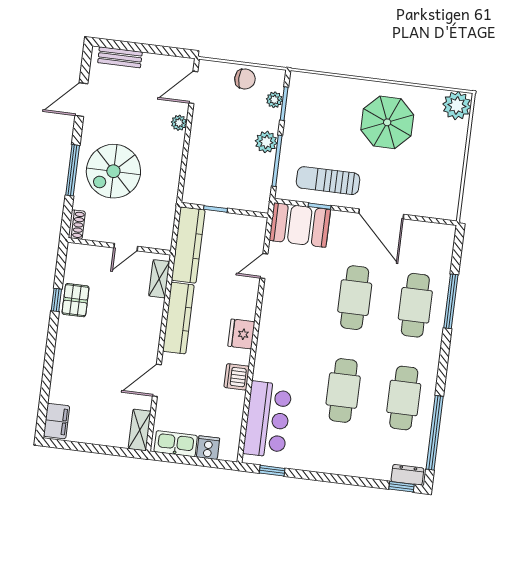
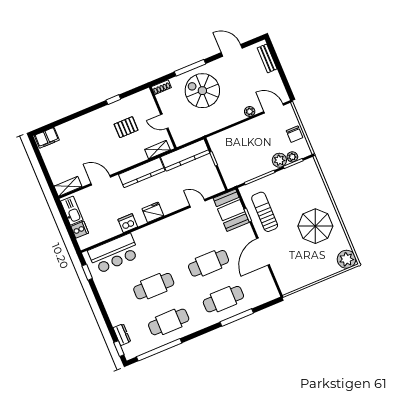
plant: (266, 142) -> (279, 160), moved
pallet: (76, 300) -> (126, 127), moved
dresser: (407, 475) -> (122, 335), moved

